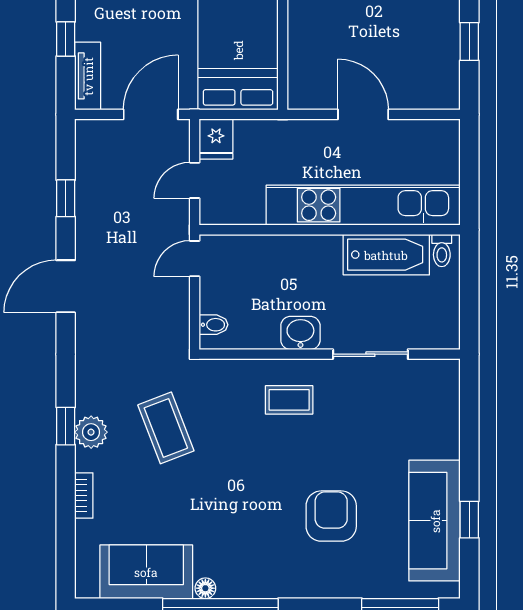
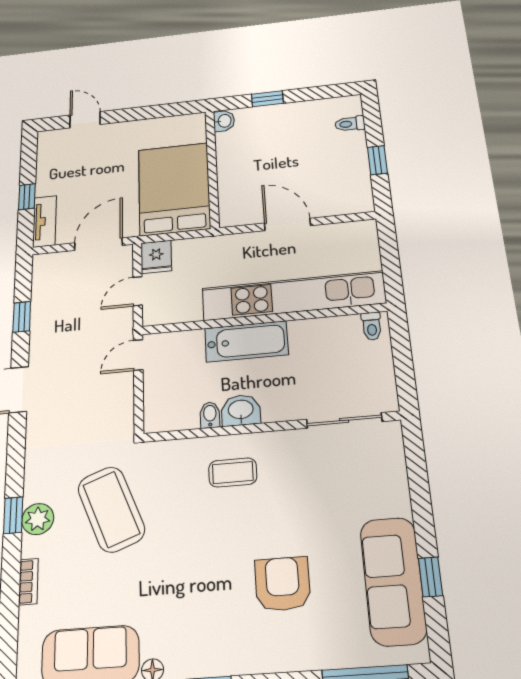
bathtub: (386, 255) -> (246, 341), moved
bidet: (214, 325) -> (210, 415), moved, turned -90
sliding door: (370, 354) -> (344, 420), moved
coffee table: (166, 428) -> (111, 509), width x1.36, depth x1.32

